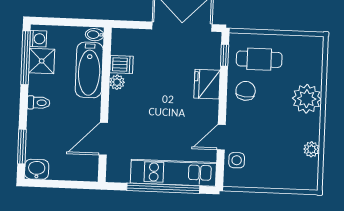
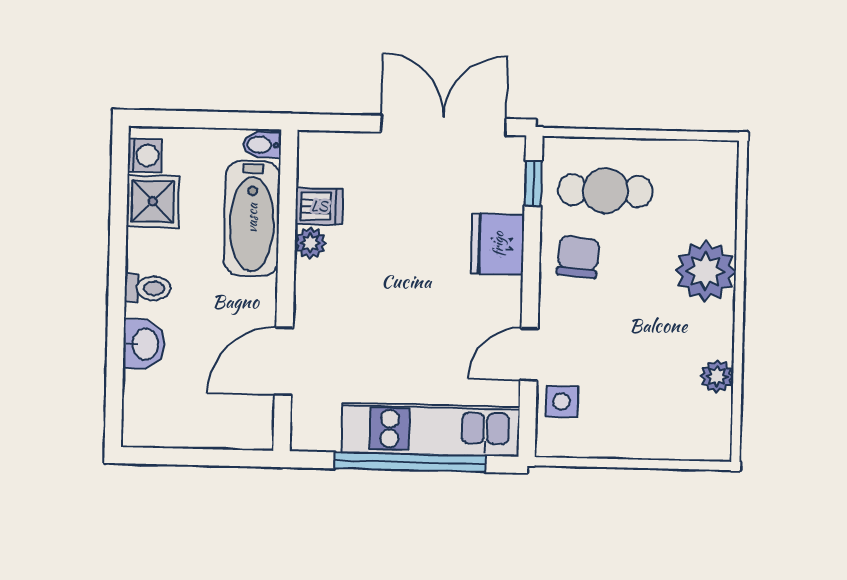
window: (25, 58) -> (119, 195), removed
window: (22, 147) -> (114, 380), removed
washbasin: (37, 169) -> (144, 344), moved, turned 90

